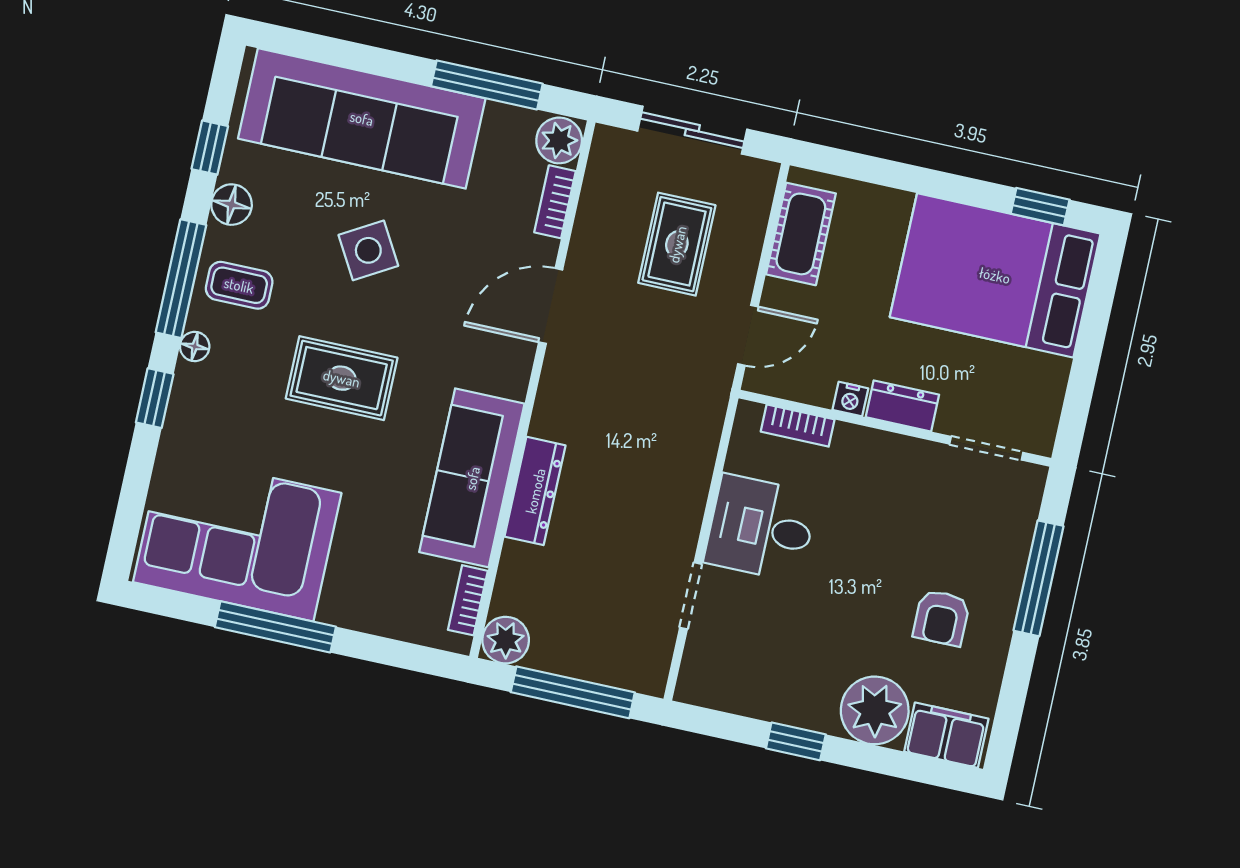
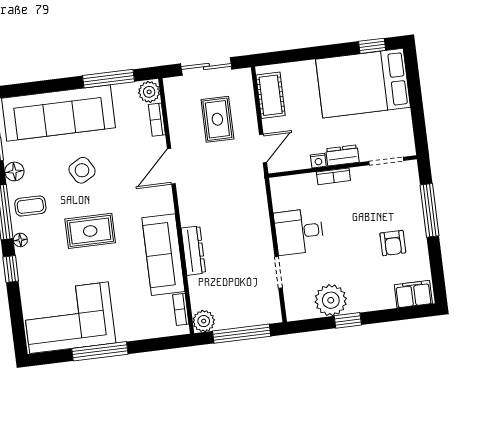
bookcase: (798, 426) -> (333, 176), moved
plant: (875, 710) -> (331, 300), moved

